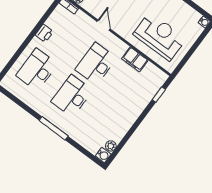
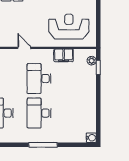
plant: (111, 146) -> (92, 61), moved

